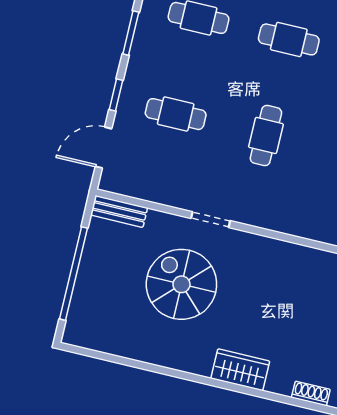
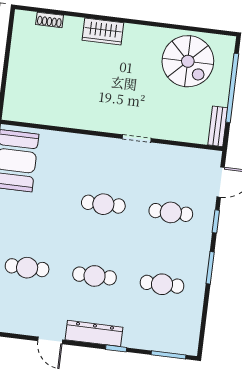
cafe table: (266, 136) -> (103, 204), turned 90
bench: (119, 211) -> (218, 126), moved, turned 90
spiral stairs: (181, 284) -> (188, 61), moved

